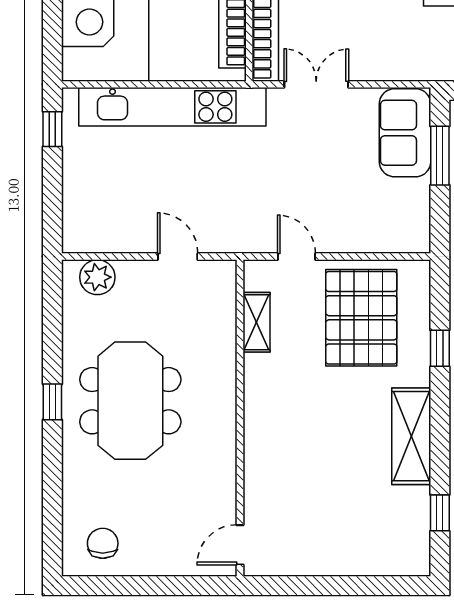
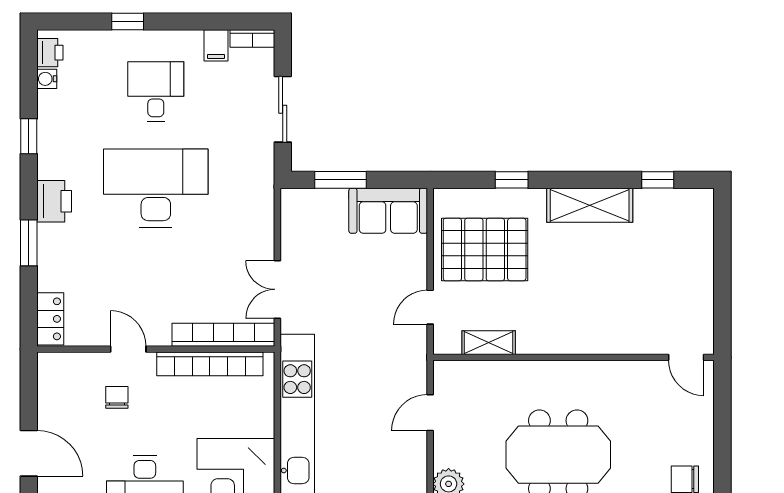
sofa: (405, 133) -> (388, 211), moved

